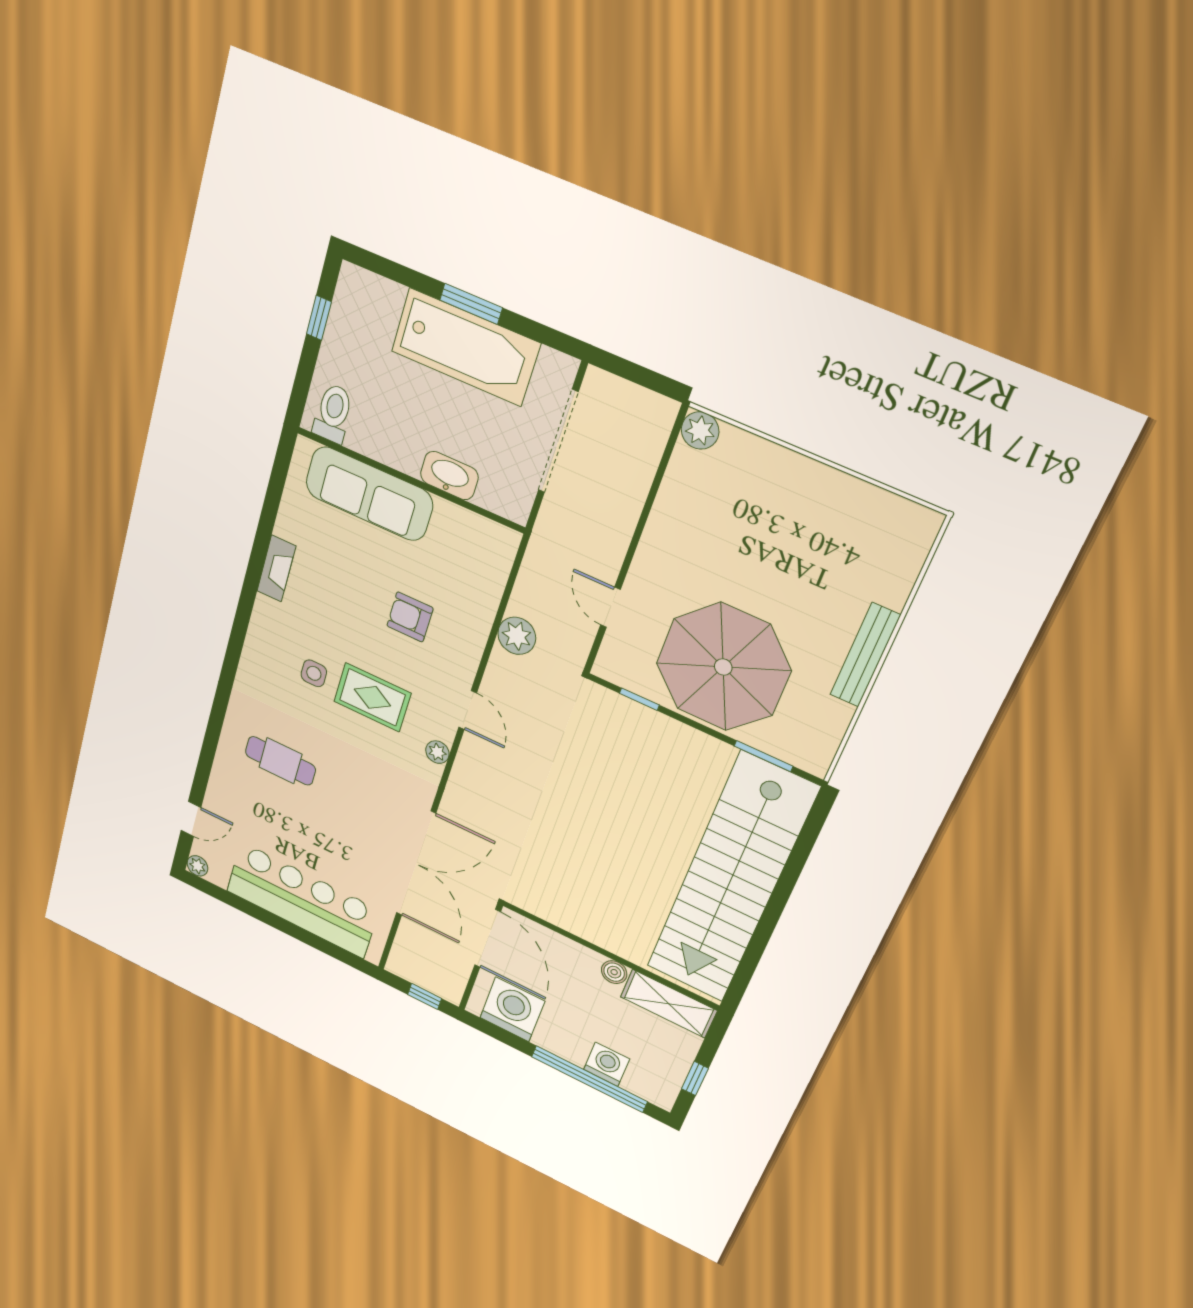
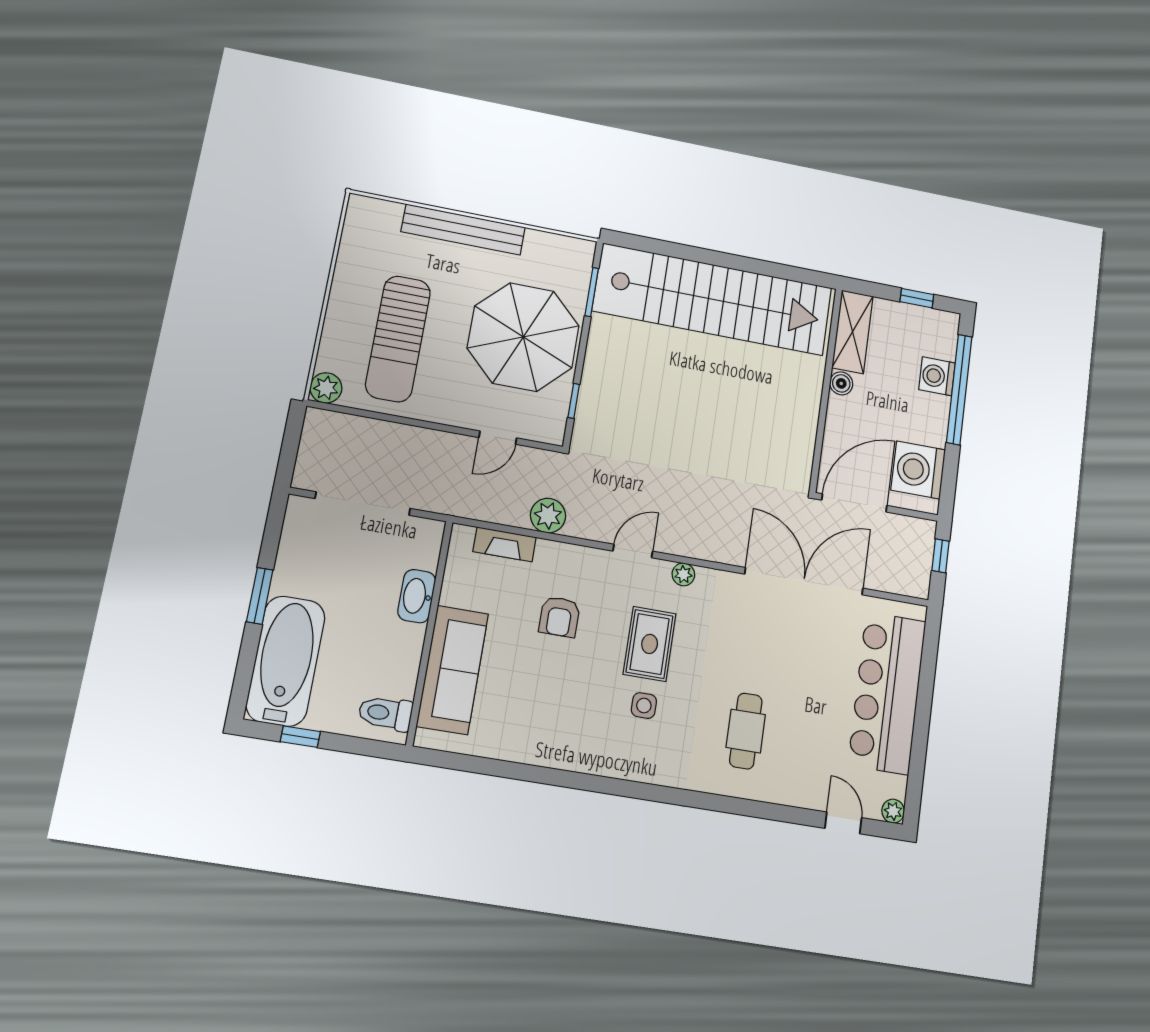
bathtub: (465, 347) -> (286, 661), moved
sun lounger: (746, 527) -> (398, 339), added
fireplace: (276, 569) -> (505, 544), moved, turned 180
bench: (865, 655) -> (463, 229), width x1.37, depth x1.21

